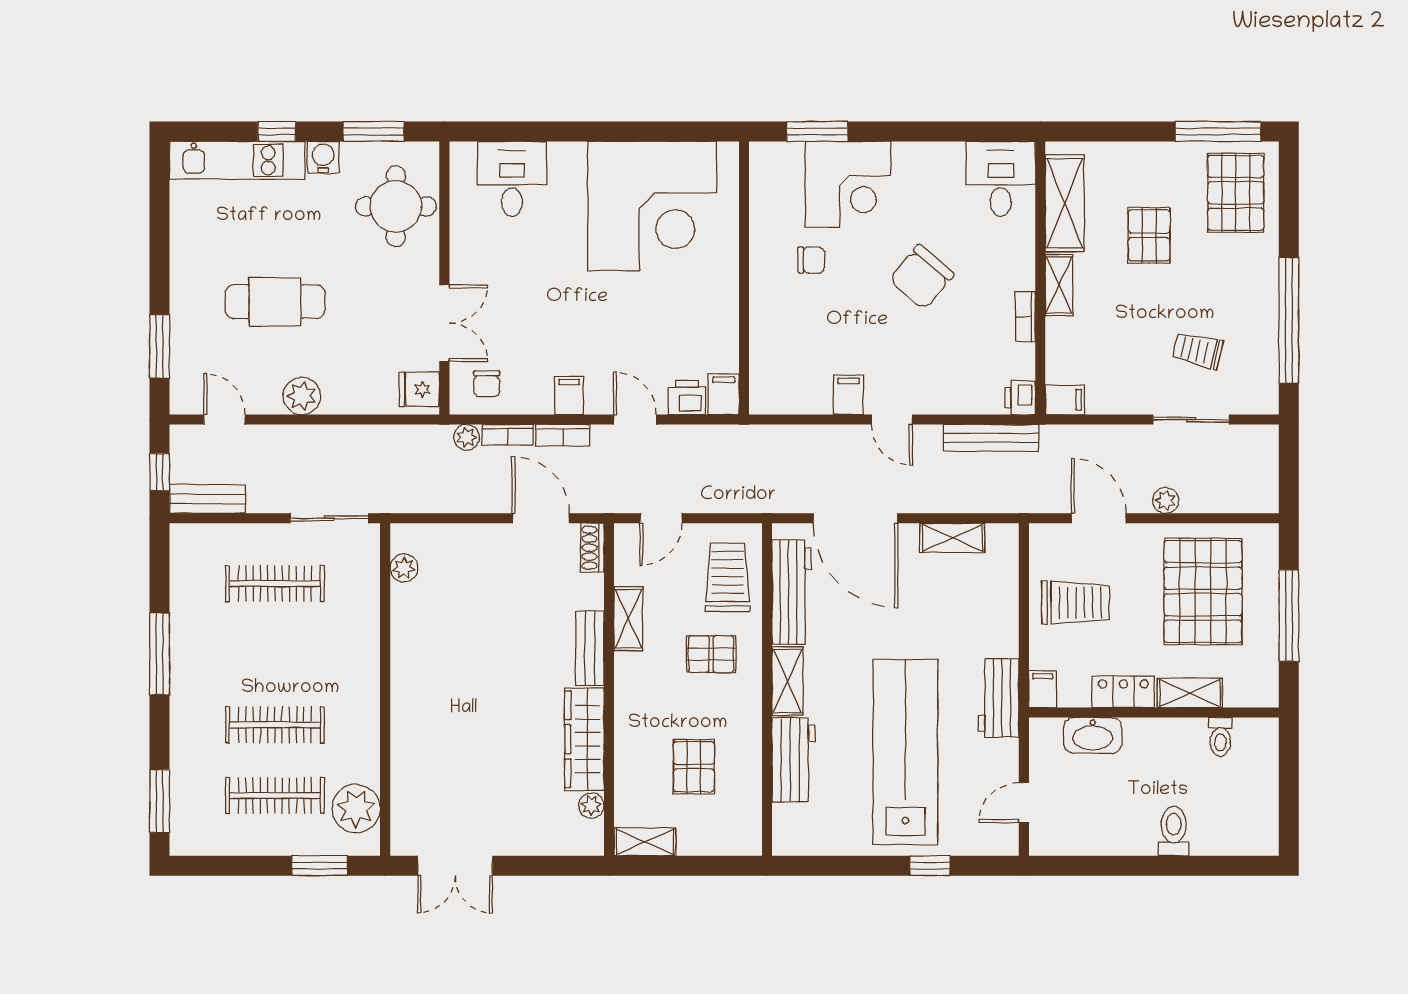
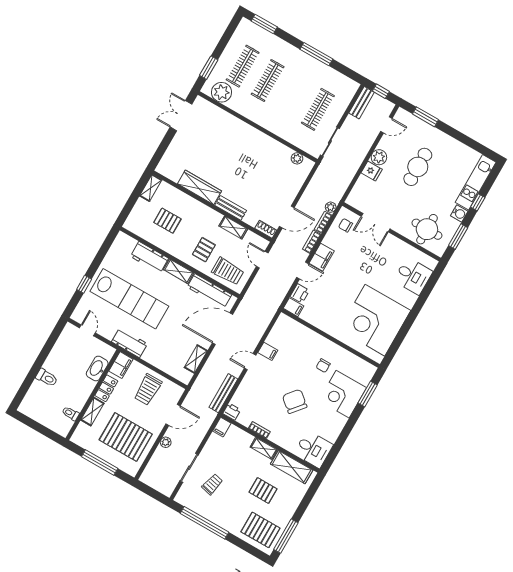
fridge: (419, 389) -> (372, 171), moved, turned 90
filing cabinet: (569, 395) -> (322, 257), width x2.00
filing cabinet: (1043, 689) -> (121, 365), width x2.00
plant: (591, 806) -> (174, 176), removed

